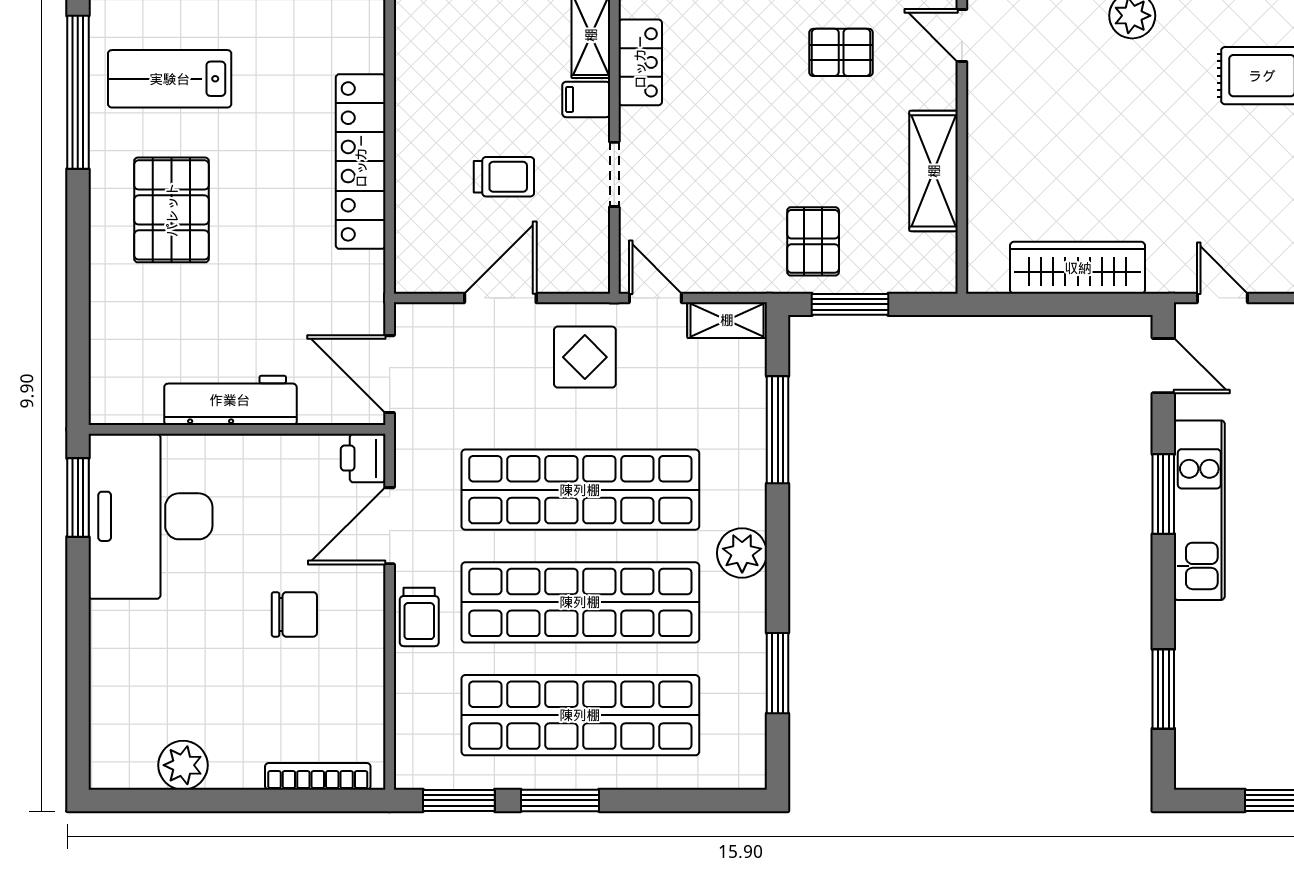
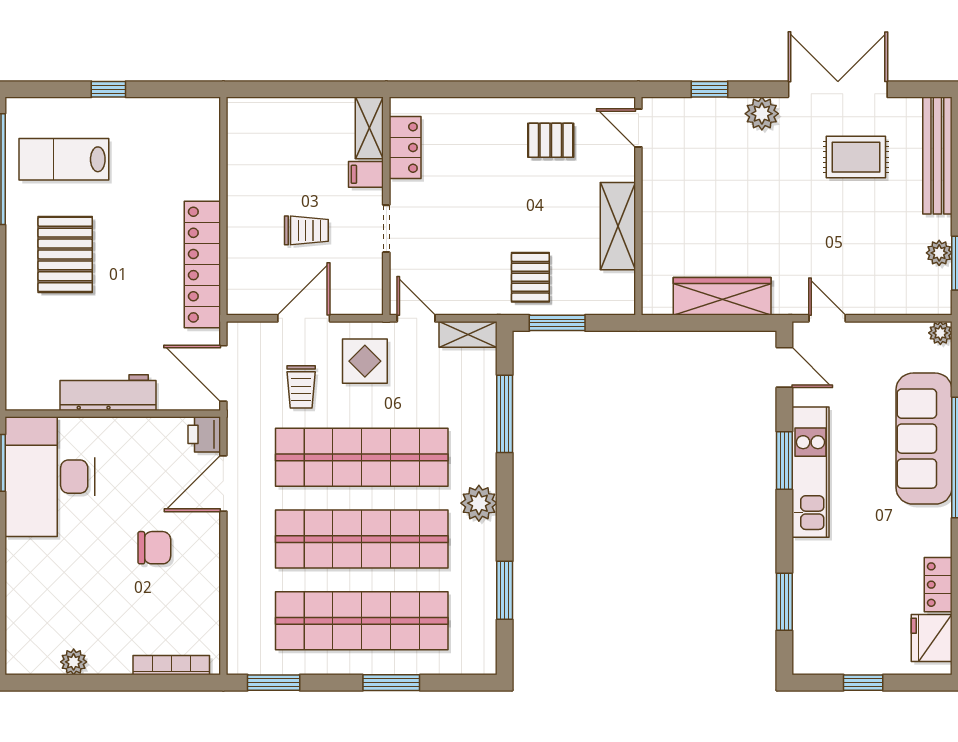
locker: (361, 161) -> (202, 265), moved
trolley: (419, 617) -> (301, 387), moved
plant: (183, 765) -> (74, 662), width x0.73, depth x0.73
window: (560, 800) -> (391, 683), moved

